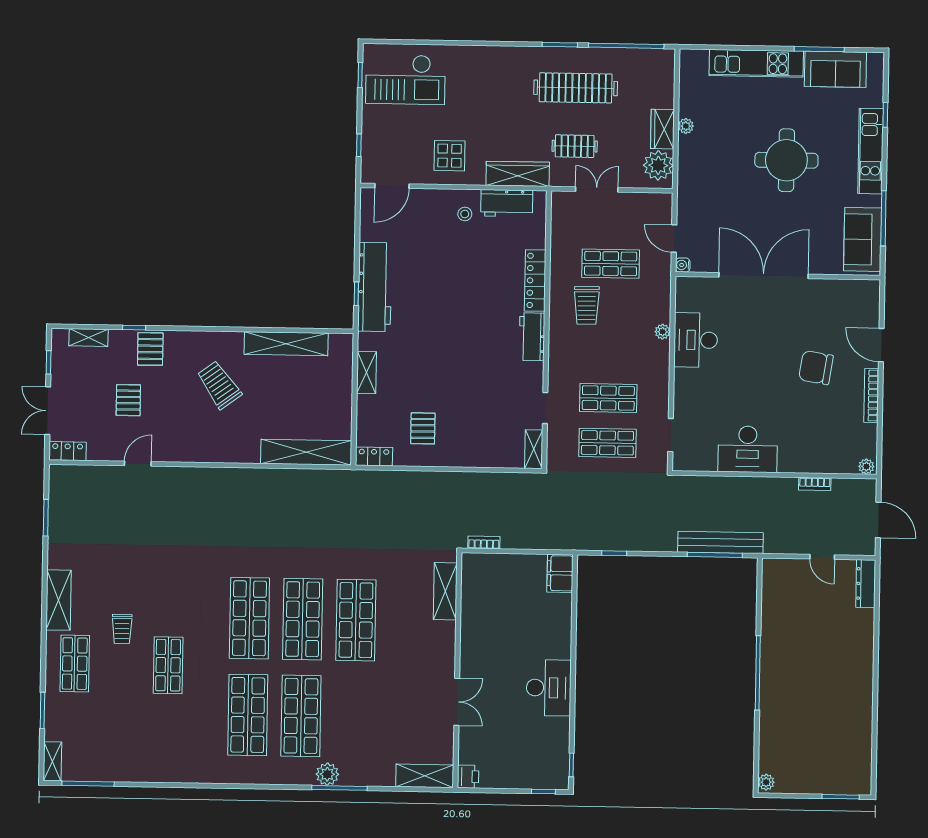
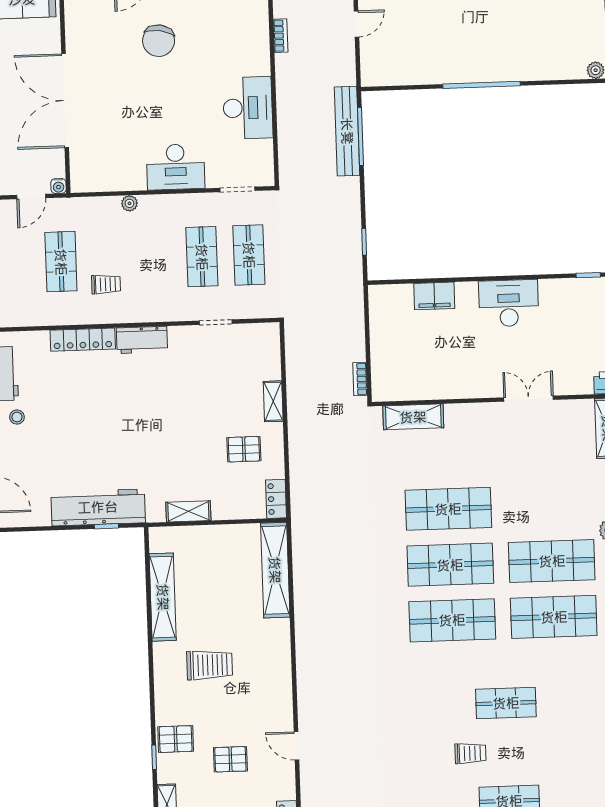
trolley: (587, 305) -> (106, 284), width x0.73, depth x0.72
desk: (696, 340) -> (176, 167), moved
trolley: (219, 385) -> (210, 665), turned -144
shelving: (534, 449) -> (273, 401), moved, turned 90
filing cabinet: (560, 573) -> (434, 296), moved

